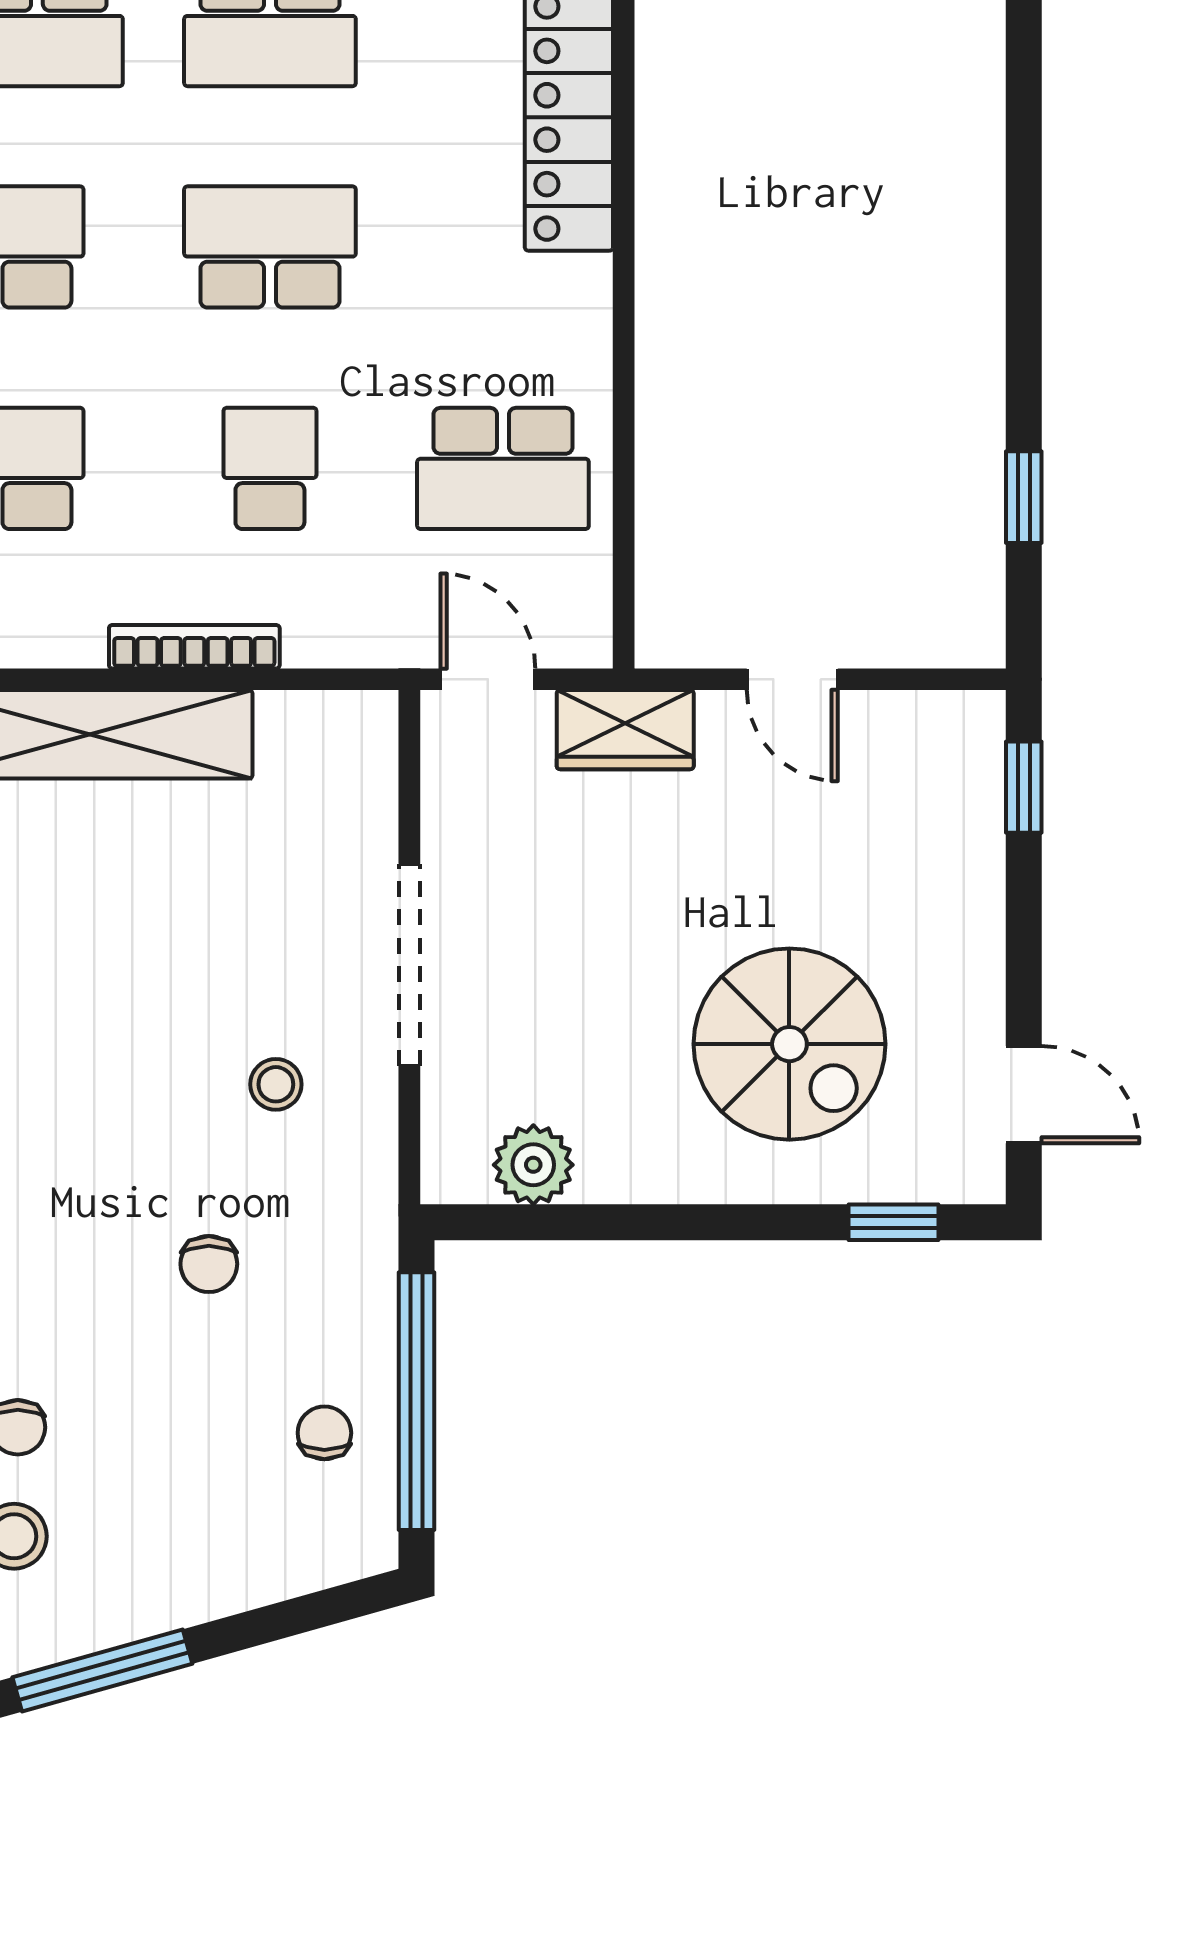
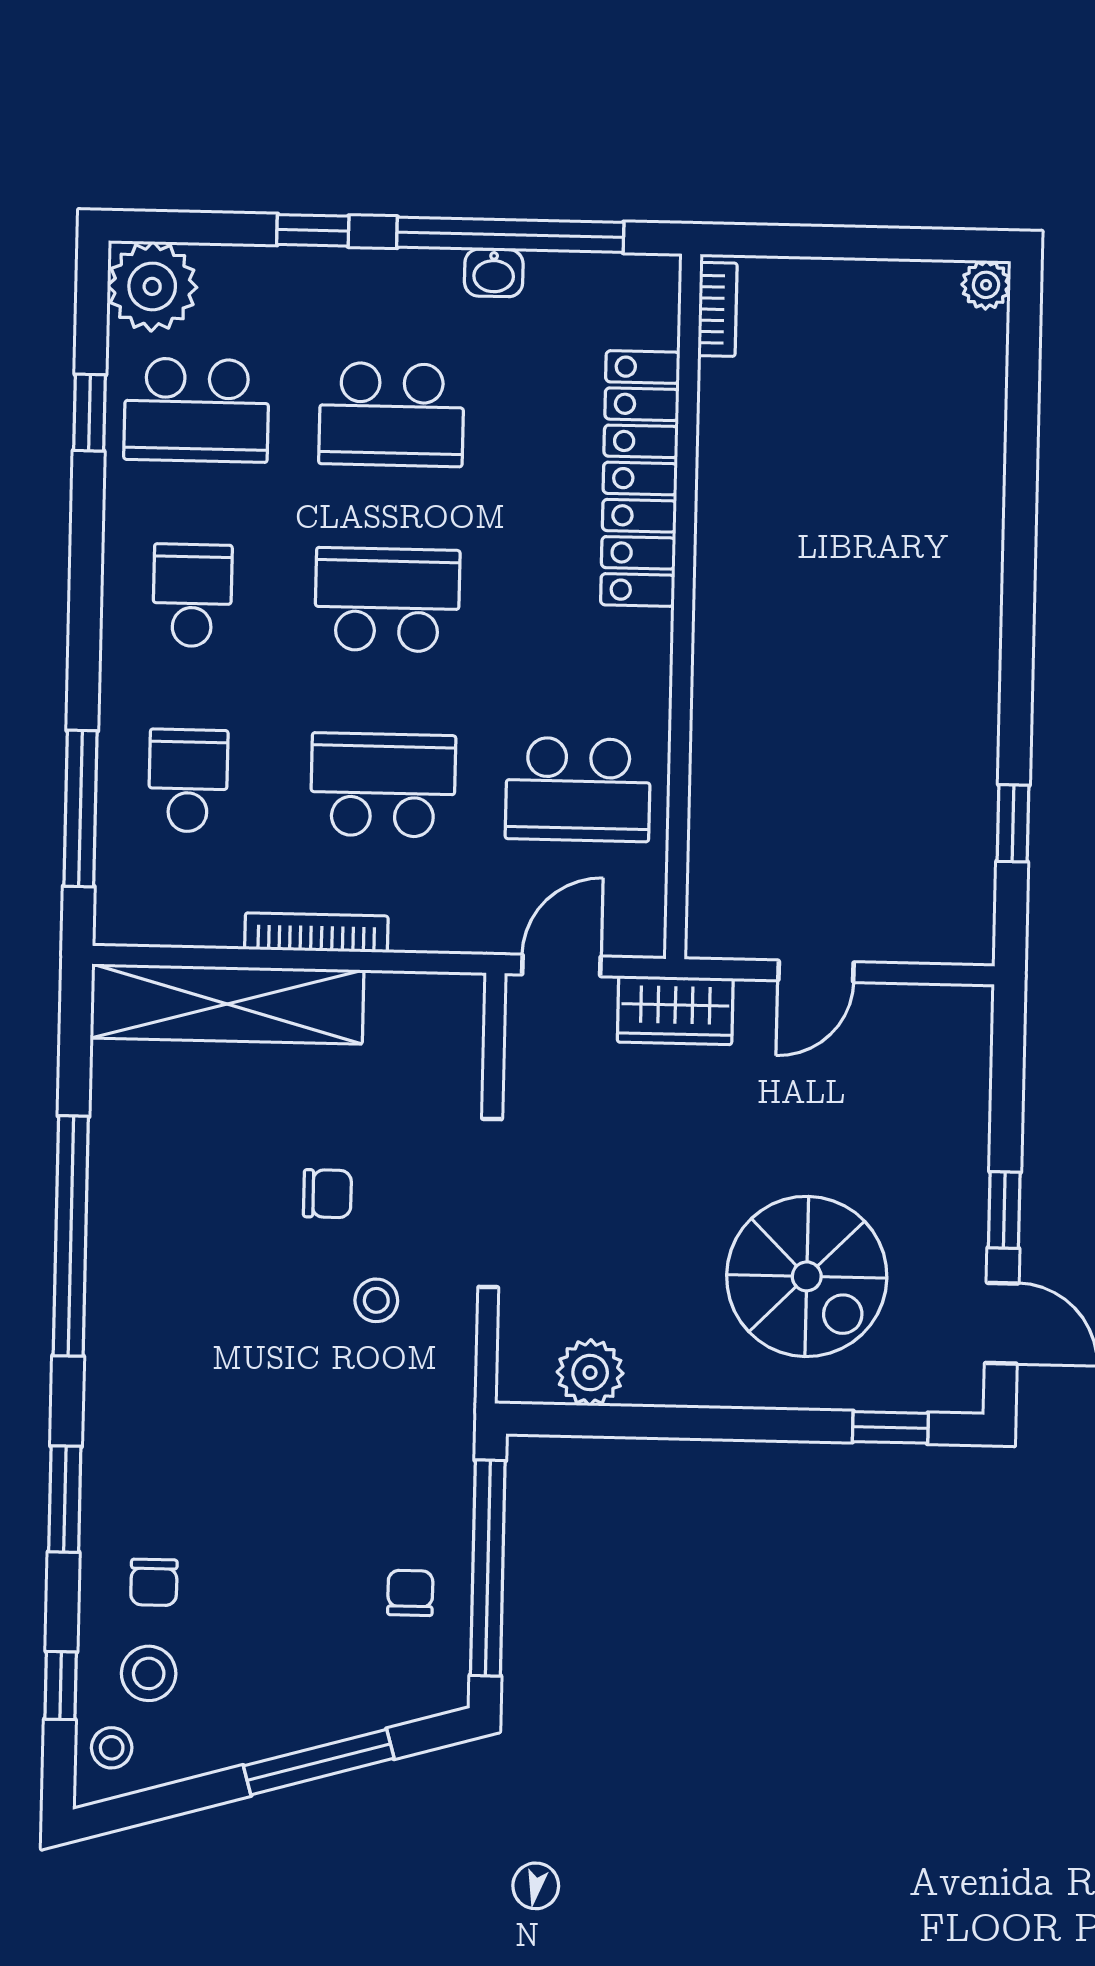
school desk: (270, 468) -> (383, 785), width x1.85
door: (488, 679) -> (561, 965), hinge flipped
door: (792, 679) -> (816, 971), hinge flipped
window: (1024, 787) -> (1004, 1210), moved
chair: (209, 1264) -> (327, 1194), moved, turned -90
window: (102, 1670) -> (319, 1762), moved

